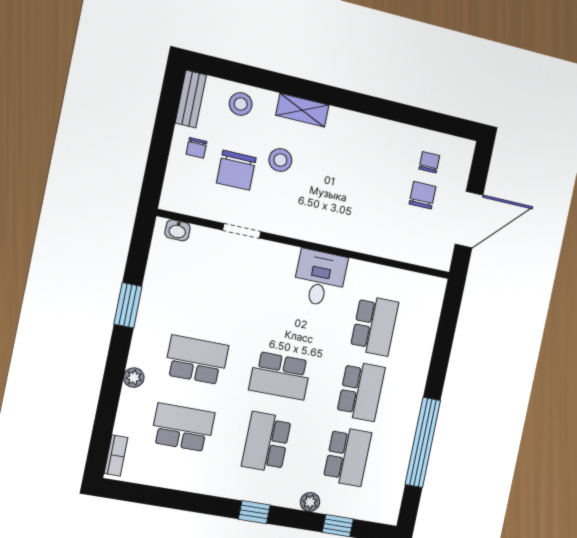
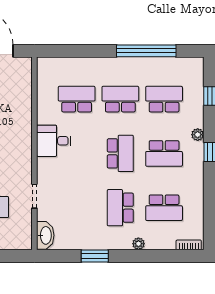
washbasin: (177, 230) -> (45, 235), width x1.91, depth x1.45
school desk: (183, 427) -> (164, 208), turned -90
plant: (310, 502) -> (198, 135), moved

